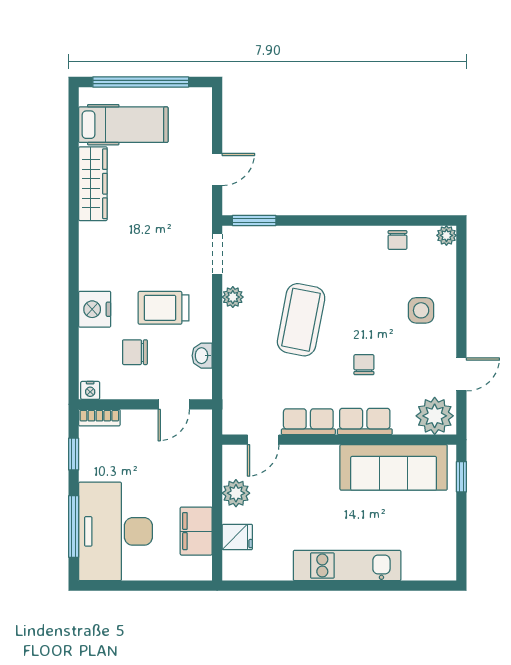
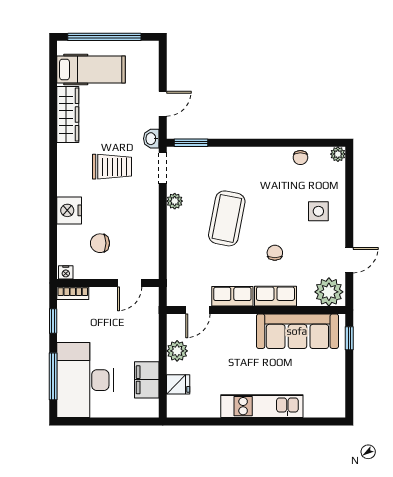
trolley: (164, 308) -> (112, 167), moved, turned 180
washbasin: (202, 356) -> (151, 139), moved

